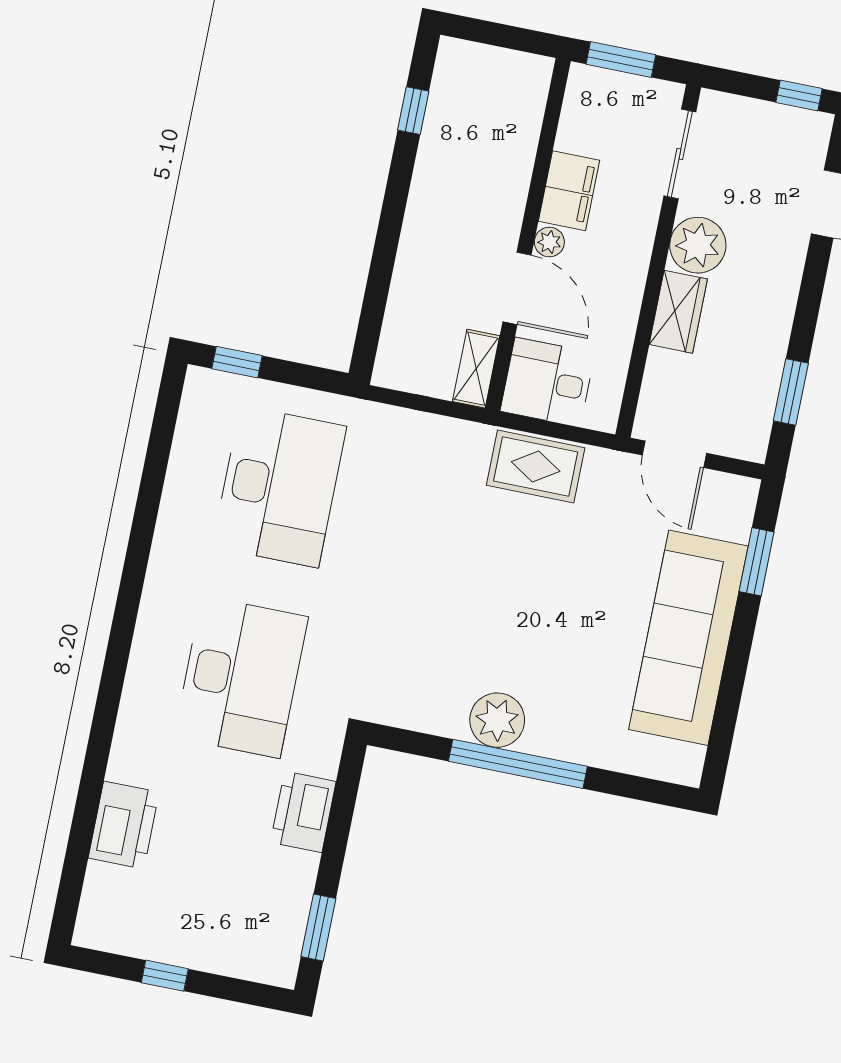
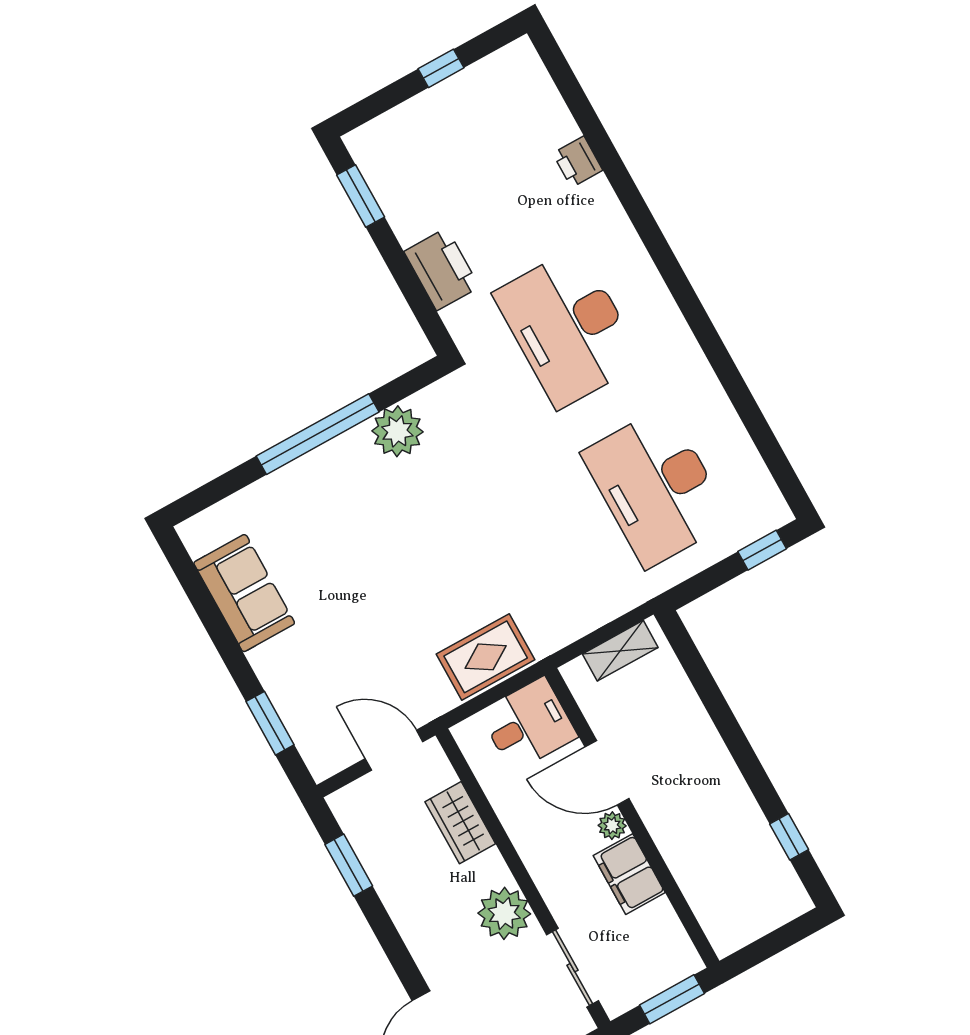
wardrobe: (678, 312) -> (460, 823), moved
shelving: (476, 369) -> (620, 651), moved, turned 90
sofa: (688, 638) -> (244, 593), width x0.54, depth x0.79
plant: (497, 720) -> (397, 431), moved
printer: (124, 825) -> (578, 162), width x0.53, depth x0.68

